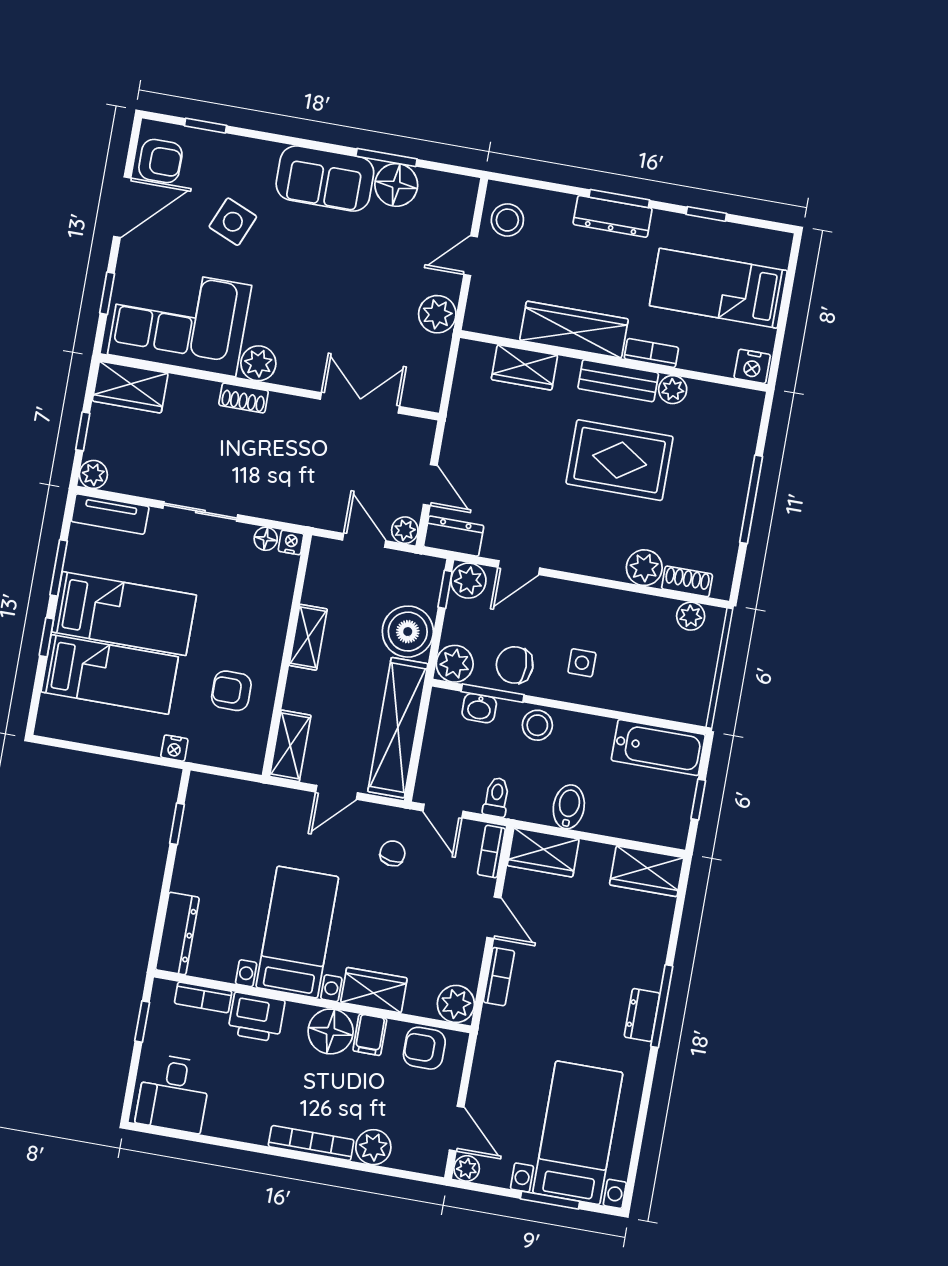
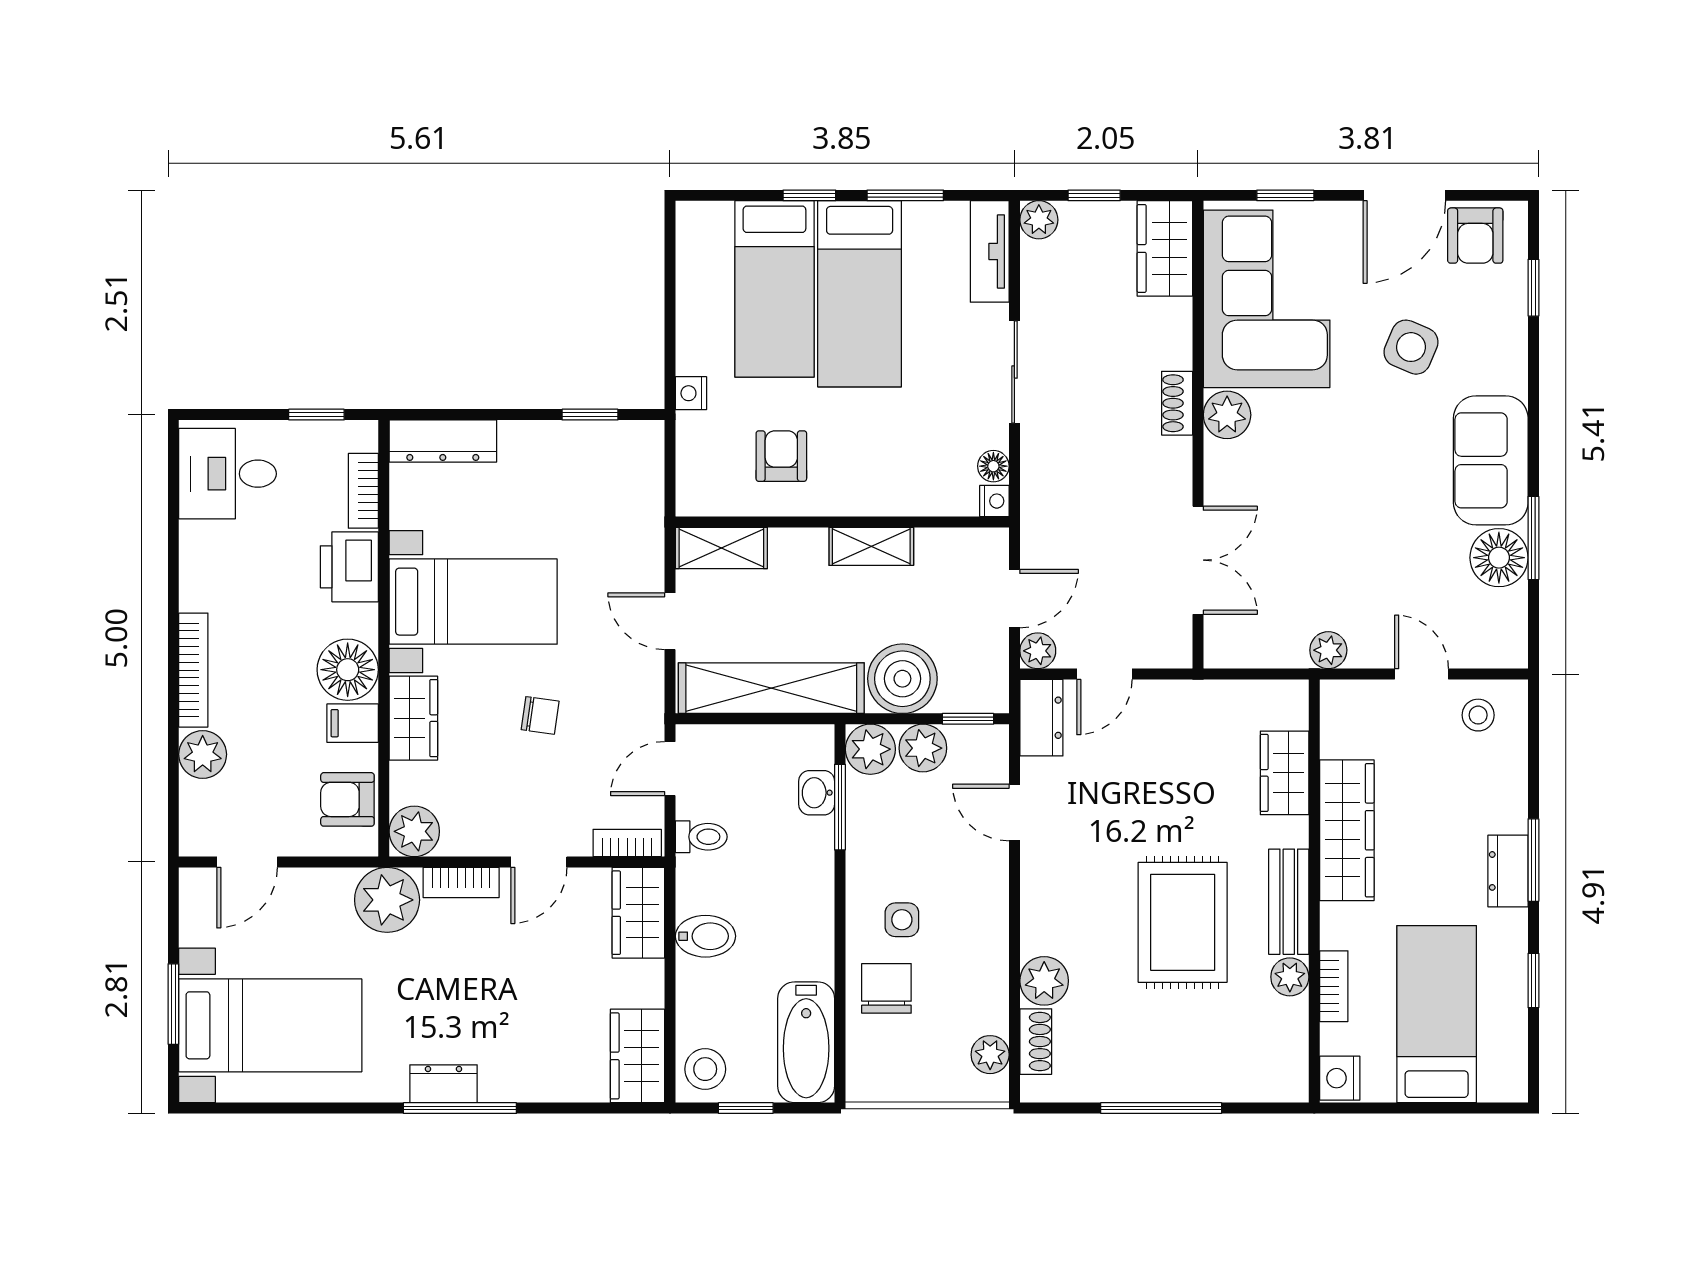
door: (122, 207) -> (1404, 195), hinge flipped
dresser: (613, 216) -> (1508, 871), width x0.70
stool: (507, 220) -> (1478, 715), width x0.73, depth x0.73
plant: (437, 314) -> (1328, 650), width x0.73, depth x0.73
bookcase: (651, 353) -> (1334, 986), moved
plant: (468, 581) -> (923, 748), moved
chair: (515, 665) -> (886, 988), moved
stool: (537, 725) -> (705, 1069), moved
chair: (393, 853) -> (540, 715), moved
armchair: (424, 1048) -> (347, 799), turned -90
plant: (467, 1168) -> (387, 900), moved, width x1.87, depth x1.87

